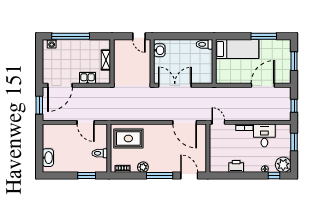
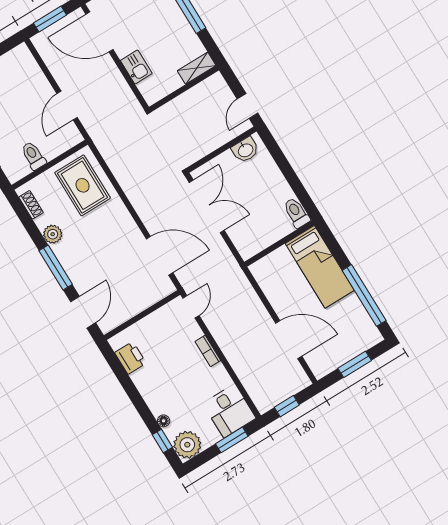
window: (264, 36) -> (364, 295), width x1.46
shelving: (106, 60) -> (197, 68), moved
door: (185, 122) -> (160, 256), swing flipped
desk: (264, 135) -> (229, 411), moved, turned 90
printer: (236, 166) -> (130, 358), moved

